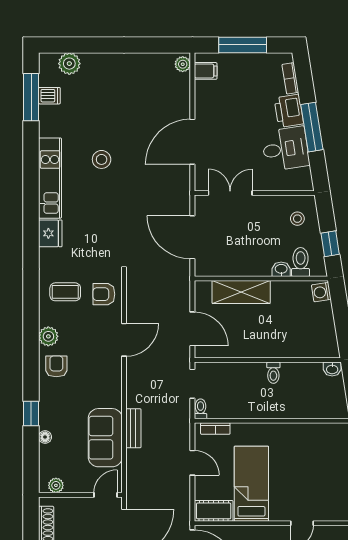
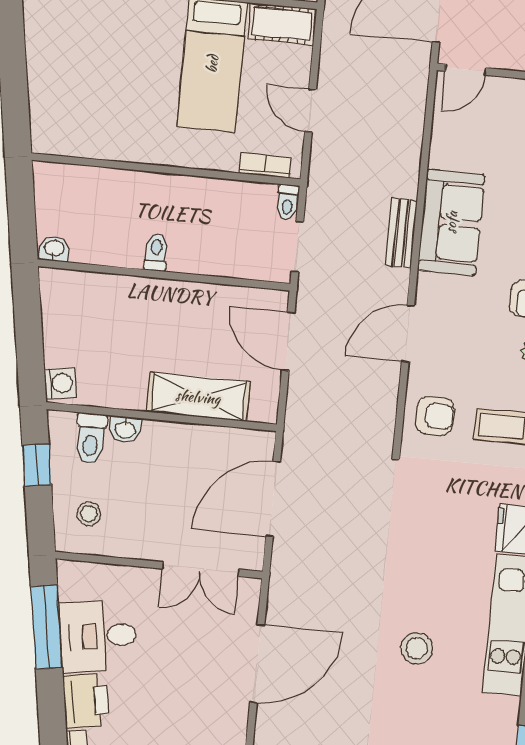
window: (312, 127) -> (46, 627), moved
door: (192, 237) -> (273, 499), swing flipped
bench: (133, 428) -> (401, 233), moved
sofa: (105, 438) -> (451, 222), moved

